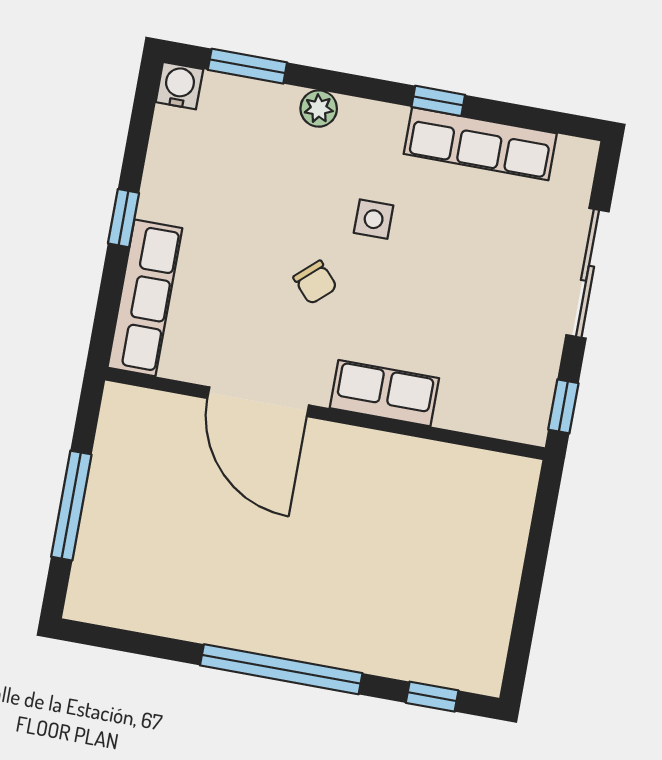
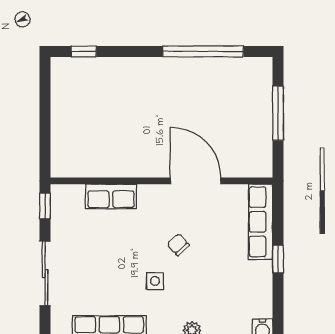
row of seats: (384, 393) -> (111, 196), moved
window: (281, 669) -> (203, 51), moved

